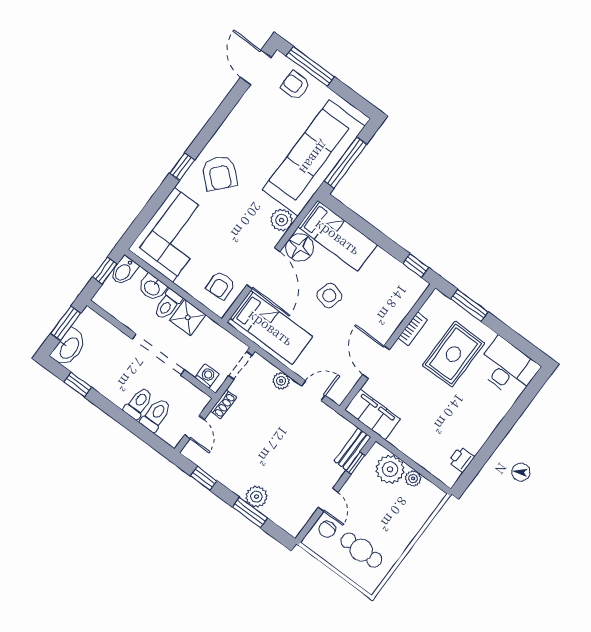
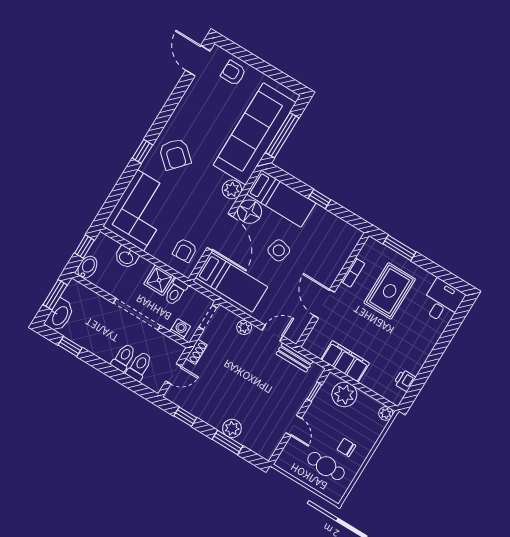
window: (310, 66) -> (245, 56), removed
window: (416, 265) -> (319, 199), moved
bidet: (124, 271) -> (87, 267), moved, turned 180
toilet: (168, 305) -> (176, 292), moved
desk: (507, 368) -> (442, 302), width x0.73
filing cabinet: (372, 415) -> (345, 361), moved
door: (194, 427) -> (173, 374), hinge flipped
bench: (352, 449) -> (294, 357), moved, turned 90
plant: (413, 478) -> (386, 413), moved
chair: (327, 529) -> (346, 448), moved, turned 90

